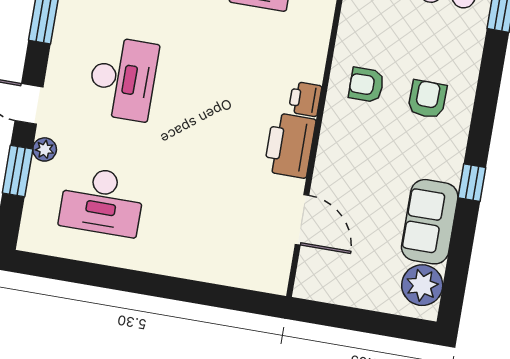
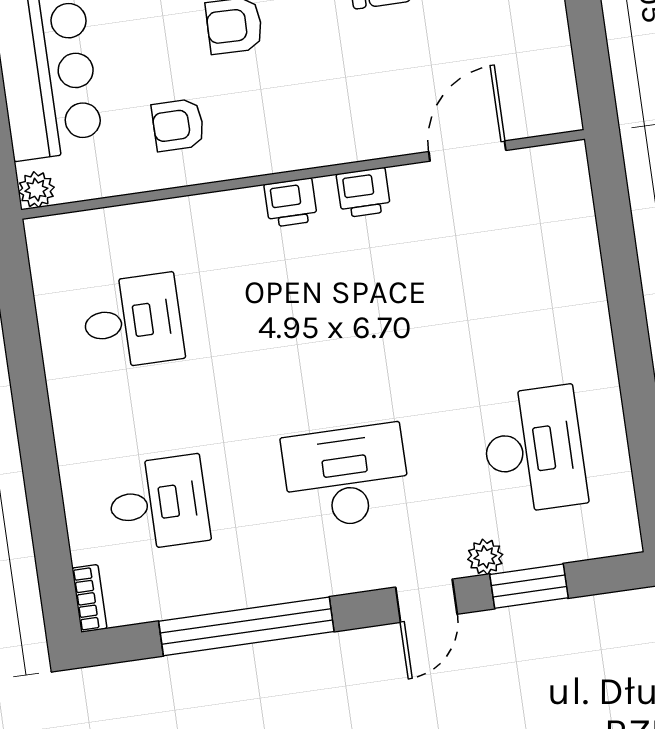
armchair: (366, 85) -> (178, 125), moved, turned 90
printer: (290, 145) -> (364, 193), width x0.53, depth x0.68

